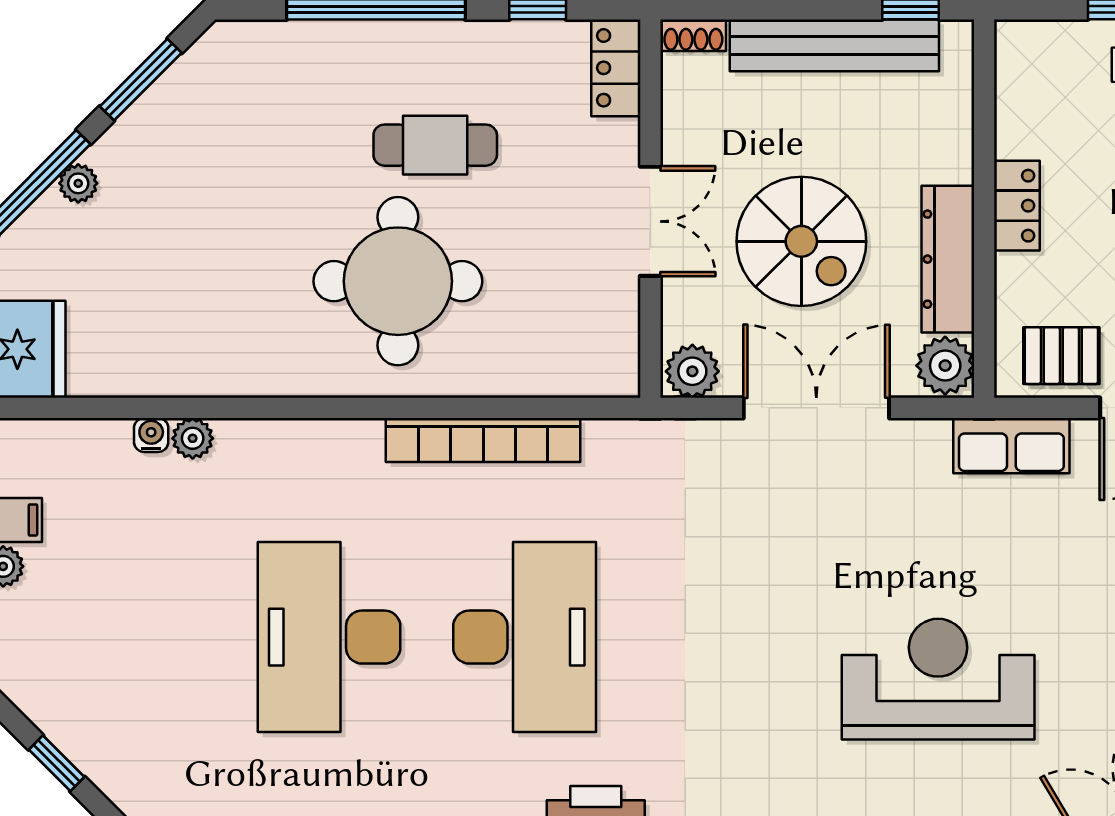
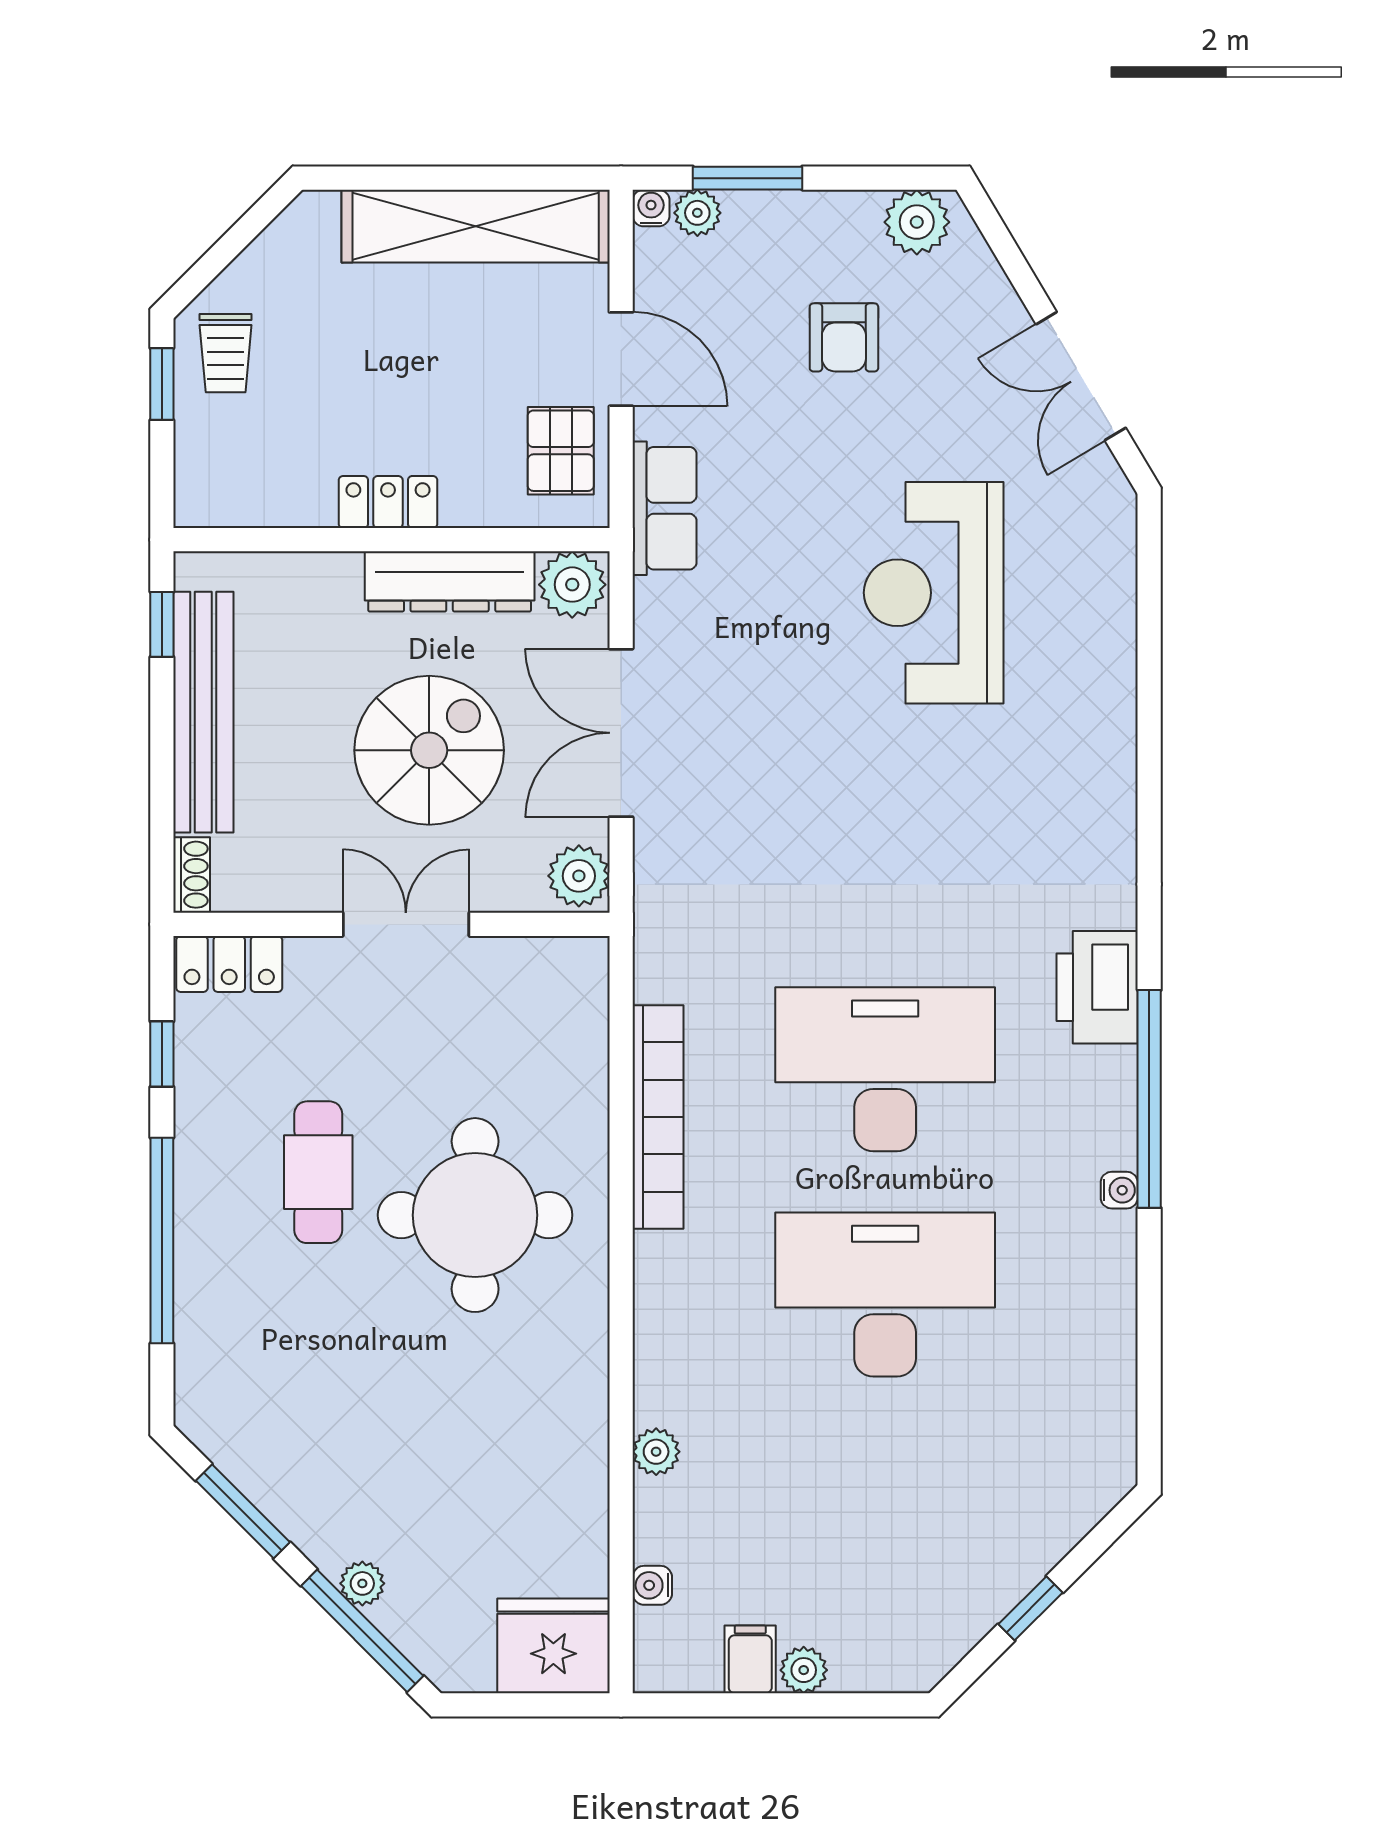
water cooler: (151, 435) -> (652, 1585), moved
desk: (329, 637) -> (885, 1295), turned 180

